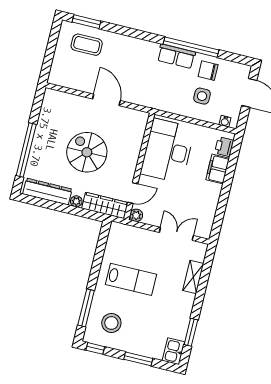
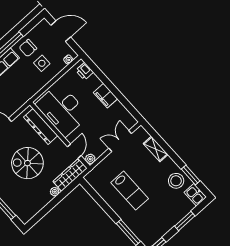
filing cabinet: (218, 169) -> (106, 96), moved
dresser: (47, 192) -> (41, 126), moved, turned -90
lab bench: (131, 279) -> (130, 191), turned 90
stool: (111, 323) -> (176, 181), moved

